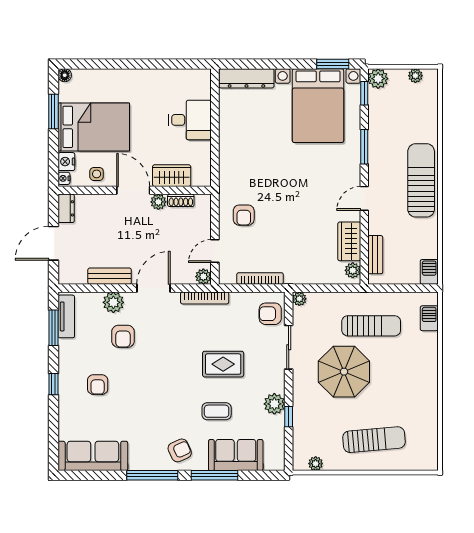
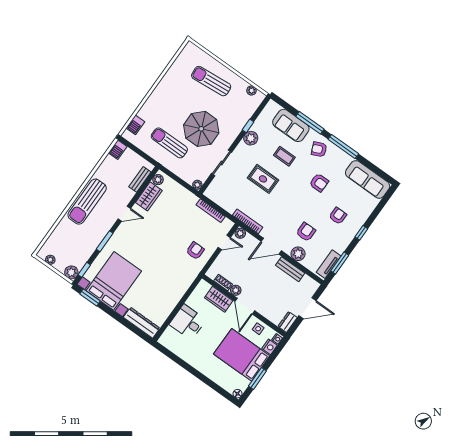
armchair: (270, 314) -> (319, 183), moved

